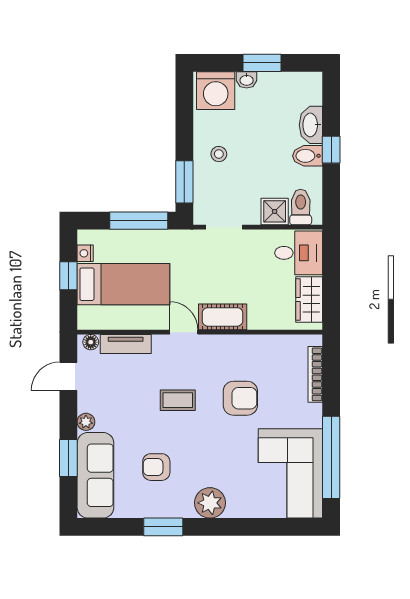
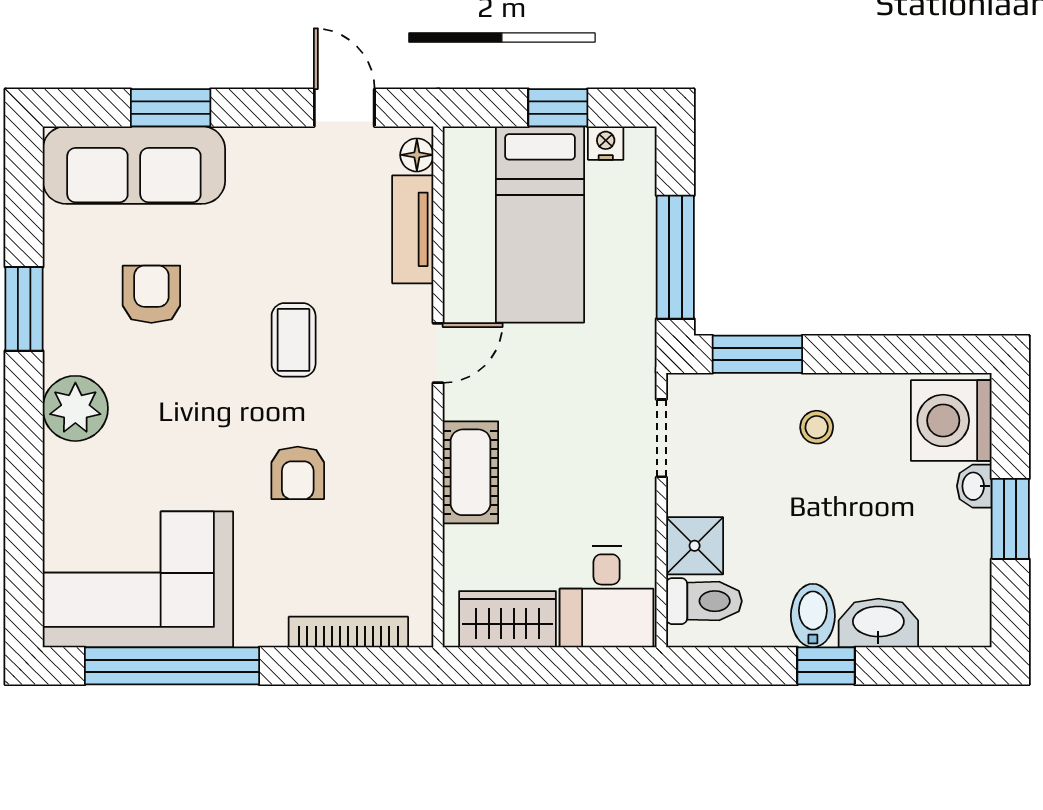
cot: (223, 317) -> (470, 472), moved
armchair: (240, 398) -> (298, 473), width x0.72, depth x0.72
plant: (86, 422) -> (247, 145), removed

